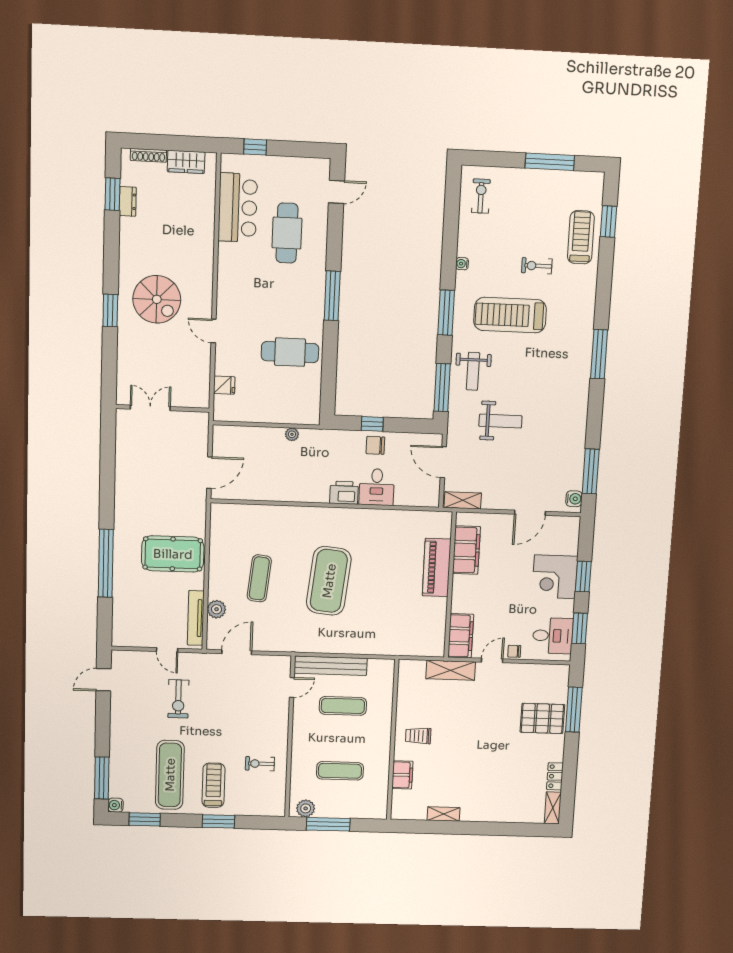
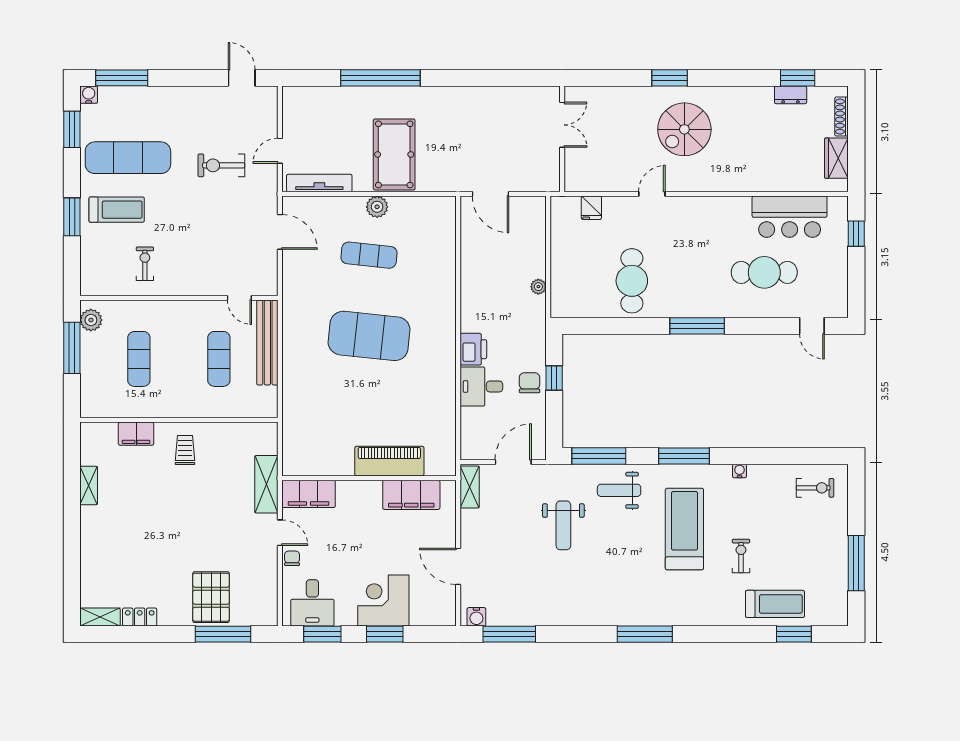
plant: (217, 609) -> (377, 207), moved

